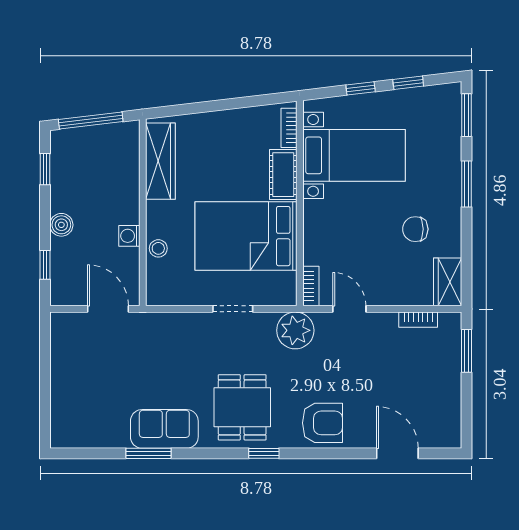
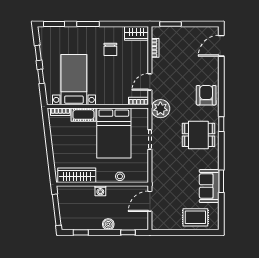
washing machine: (129, 236) -> (100, 191), moved
rug: (76, 401) -> (195, 217), added
sofa: (164, 429) -> (209, 186), moved
door: (397, 453) -> (221, 46), moved

